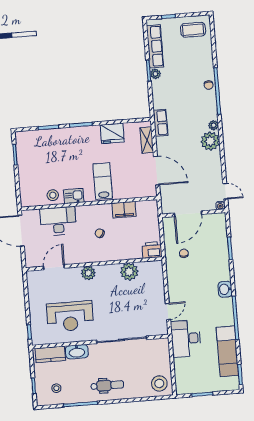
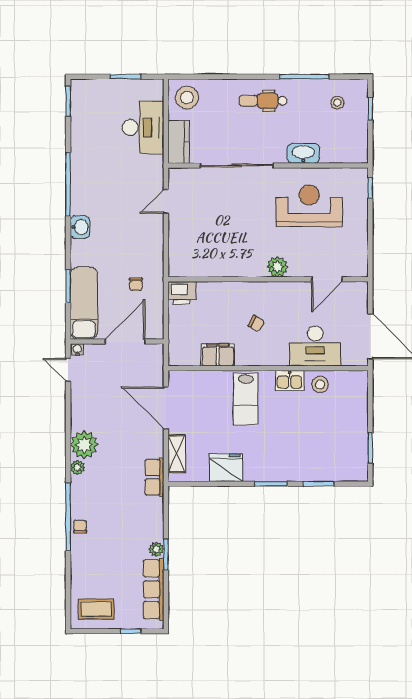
plant: (129, 272) -> (218, 264), removed
desk: (186, 338) -> (143, 127), moved
exam couch: (227, 351) -> (84, 303), moved
kitchen counter: (50, 354) -> (179, 142), moved, turned 90

